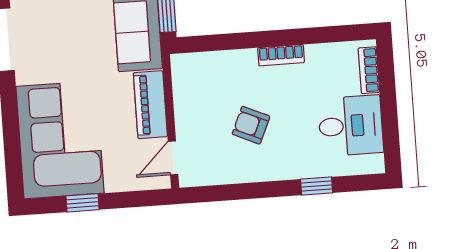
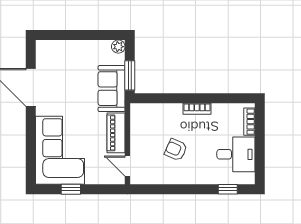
door: (173, 158) -> (127, 166), hinge flipped
window: (317, 186) -> (228, 189), moved

